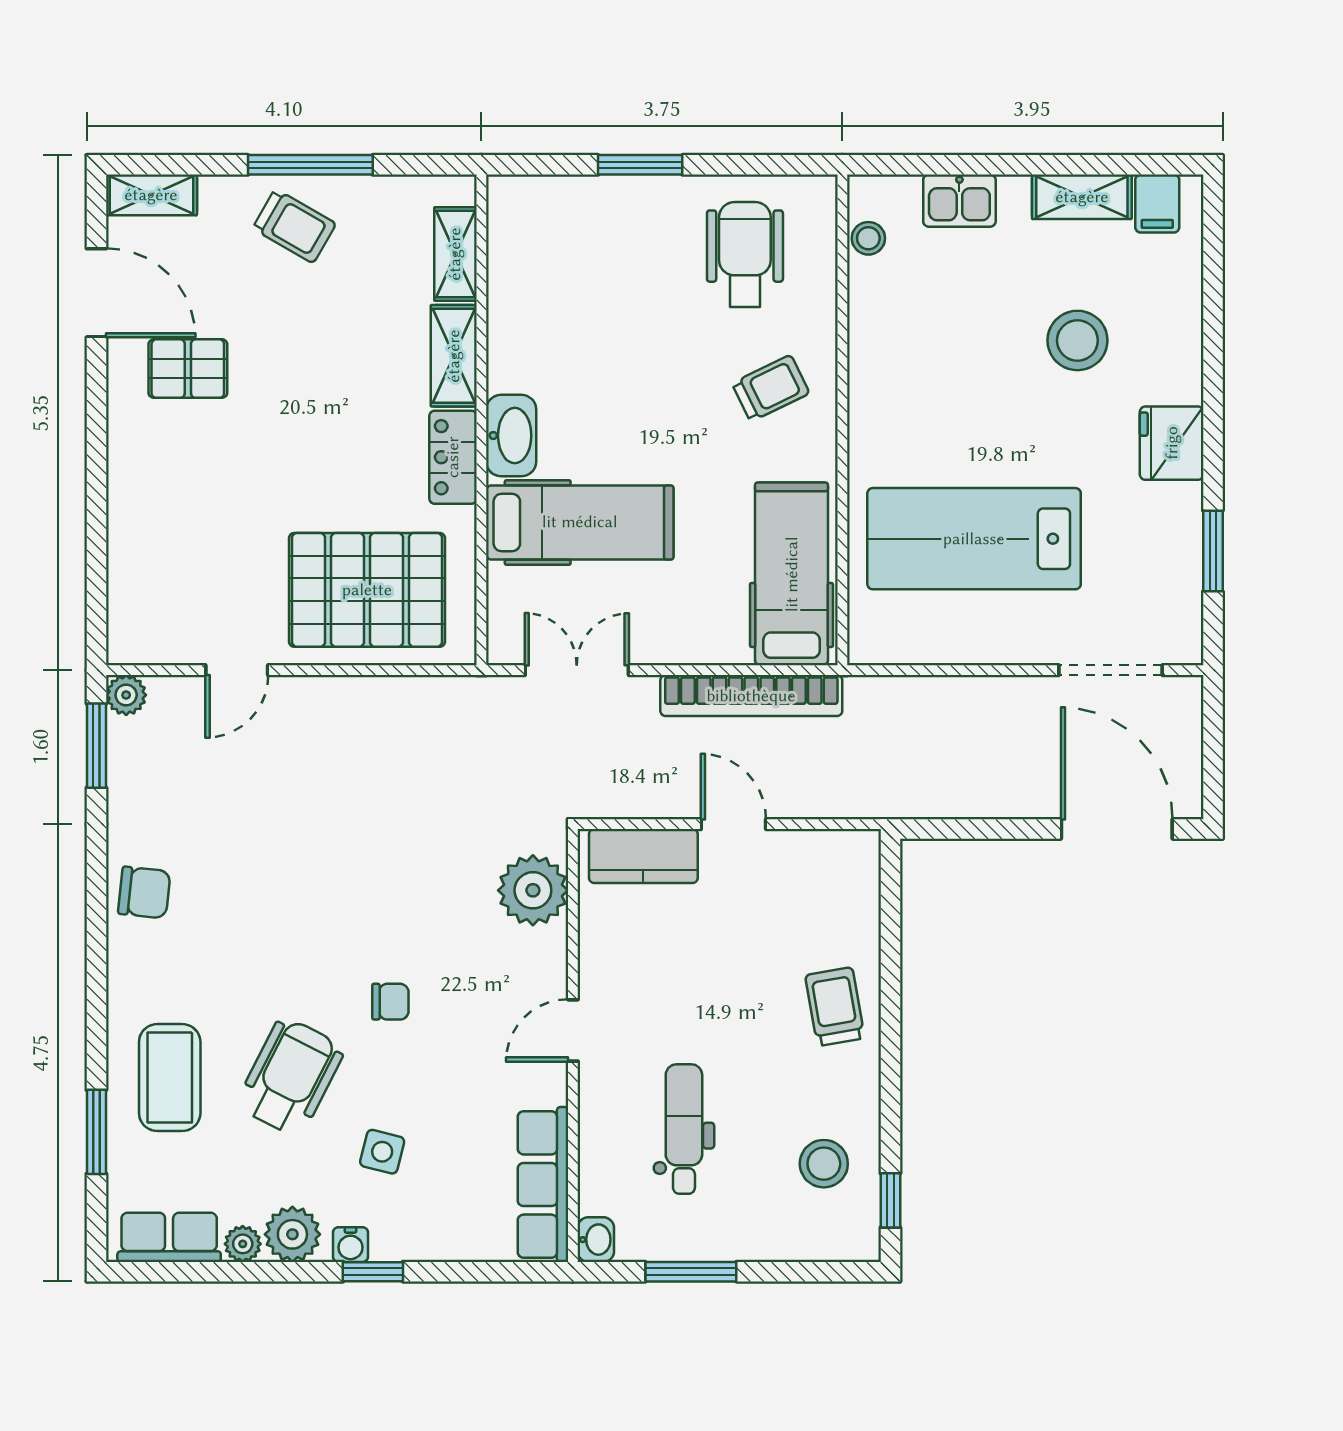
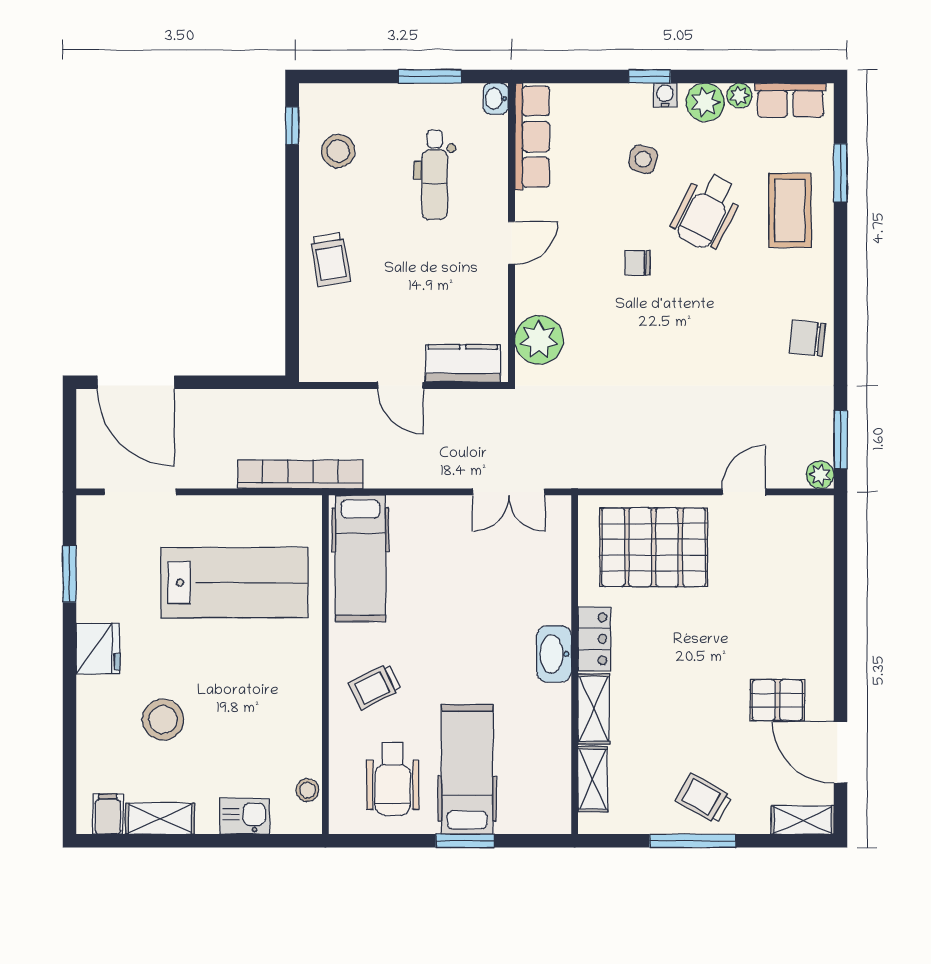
hospital bed: (580, 522) -> (467, 770), moved, turned 90
bookcase: (751, 696) -> (300, 474), moved

